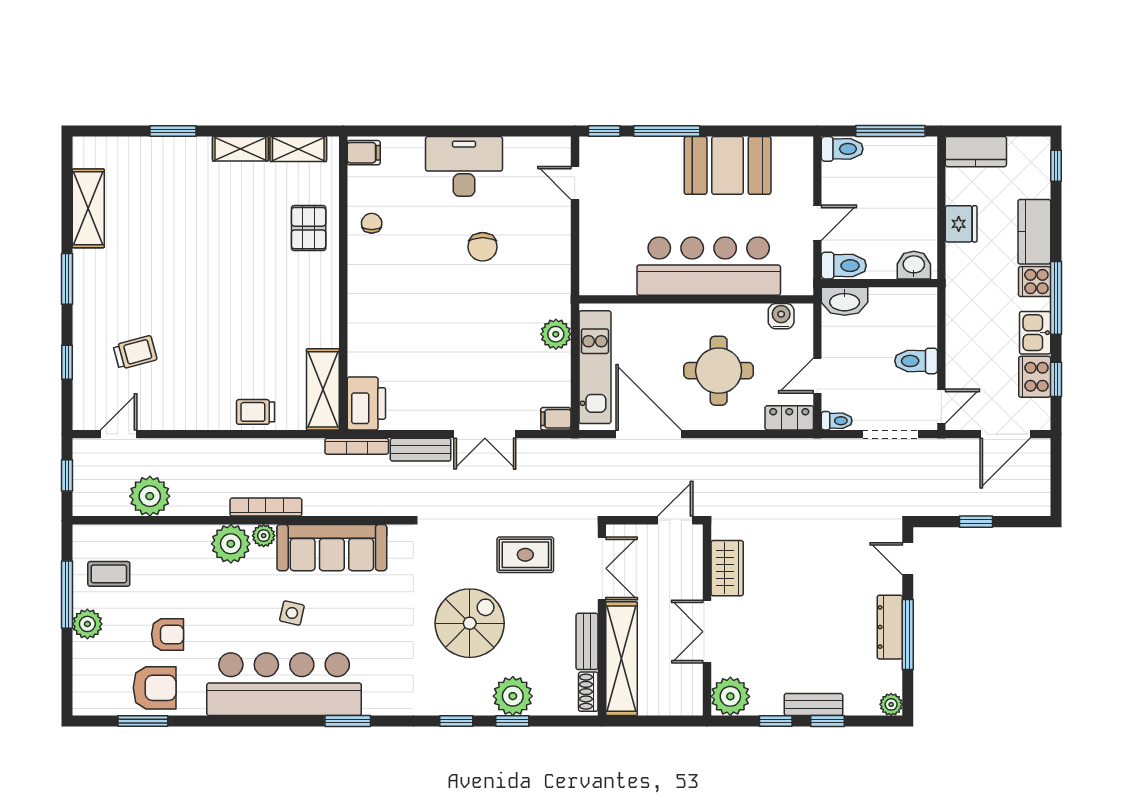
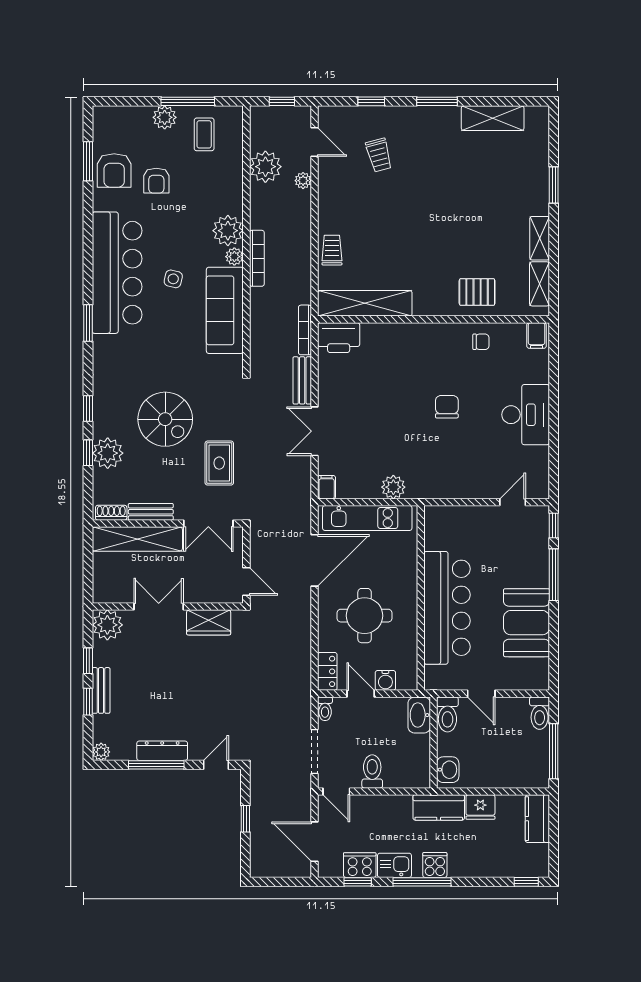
kitchen counter: (1034, 232) -> (439, 807), moved, turned 180
chair: (483, 247) -> (447, 407), moved, turned 90
water cooler: (781, 316) -> (385, 680), moved, turned 90
shelving: (323, 389) -> (365, 303), width x1.47
plant: (167, 449) -> (303, 181), added

